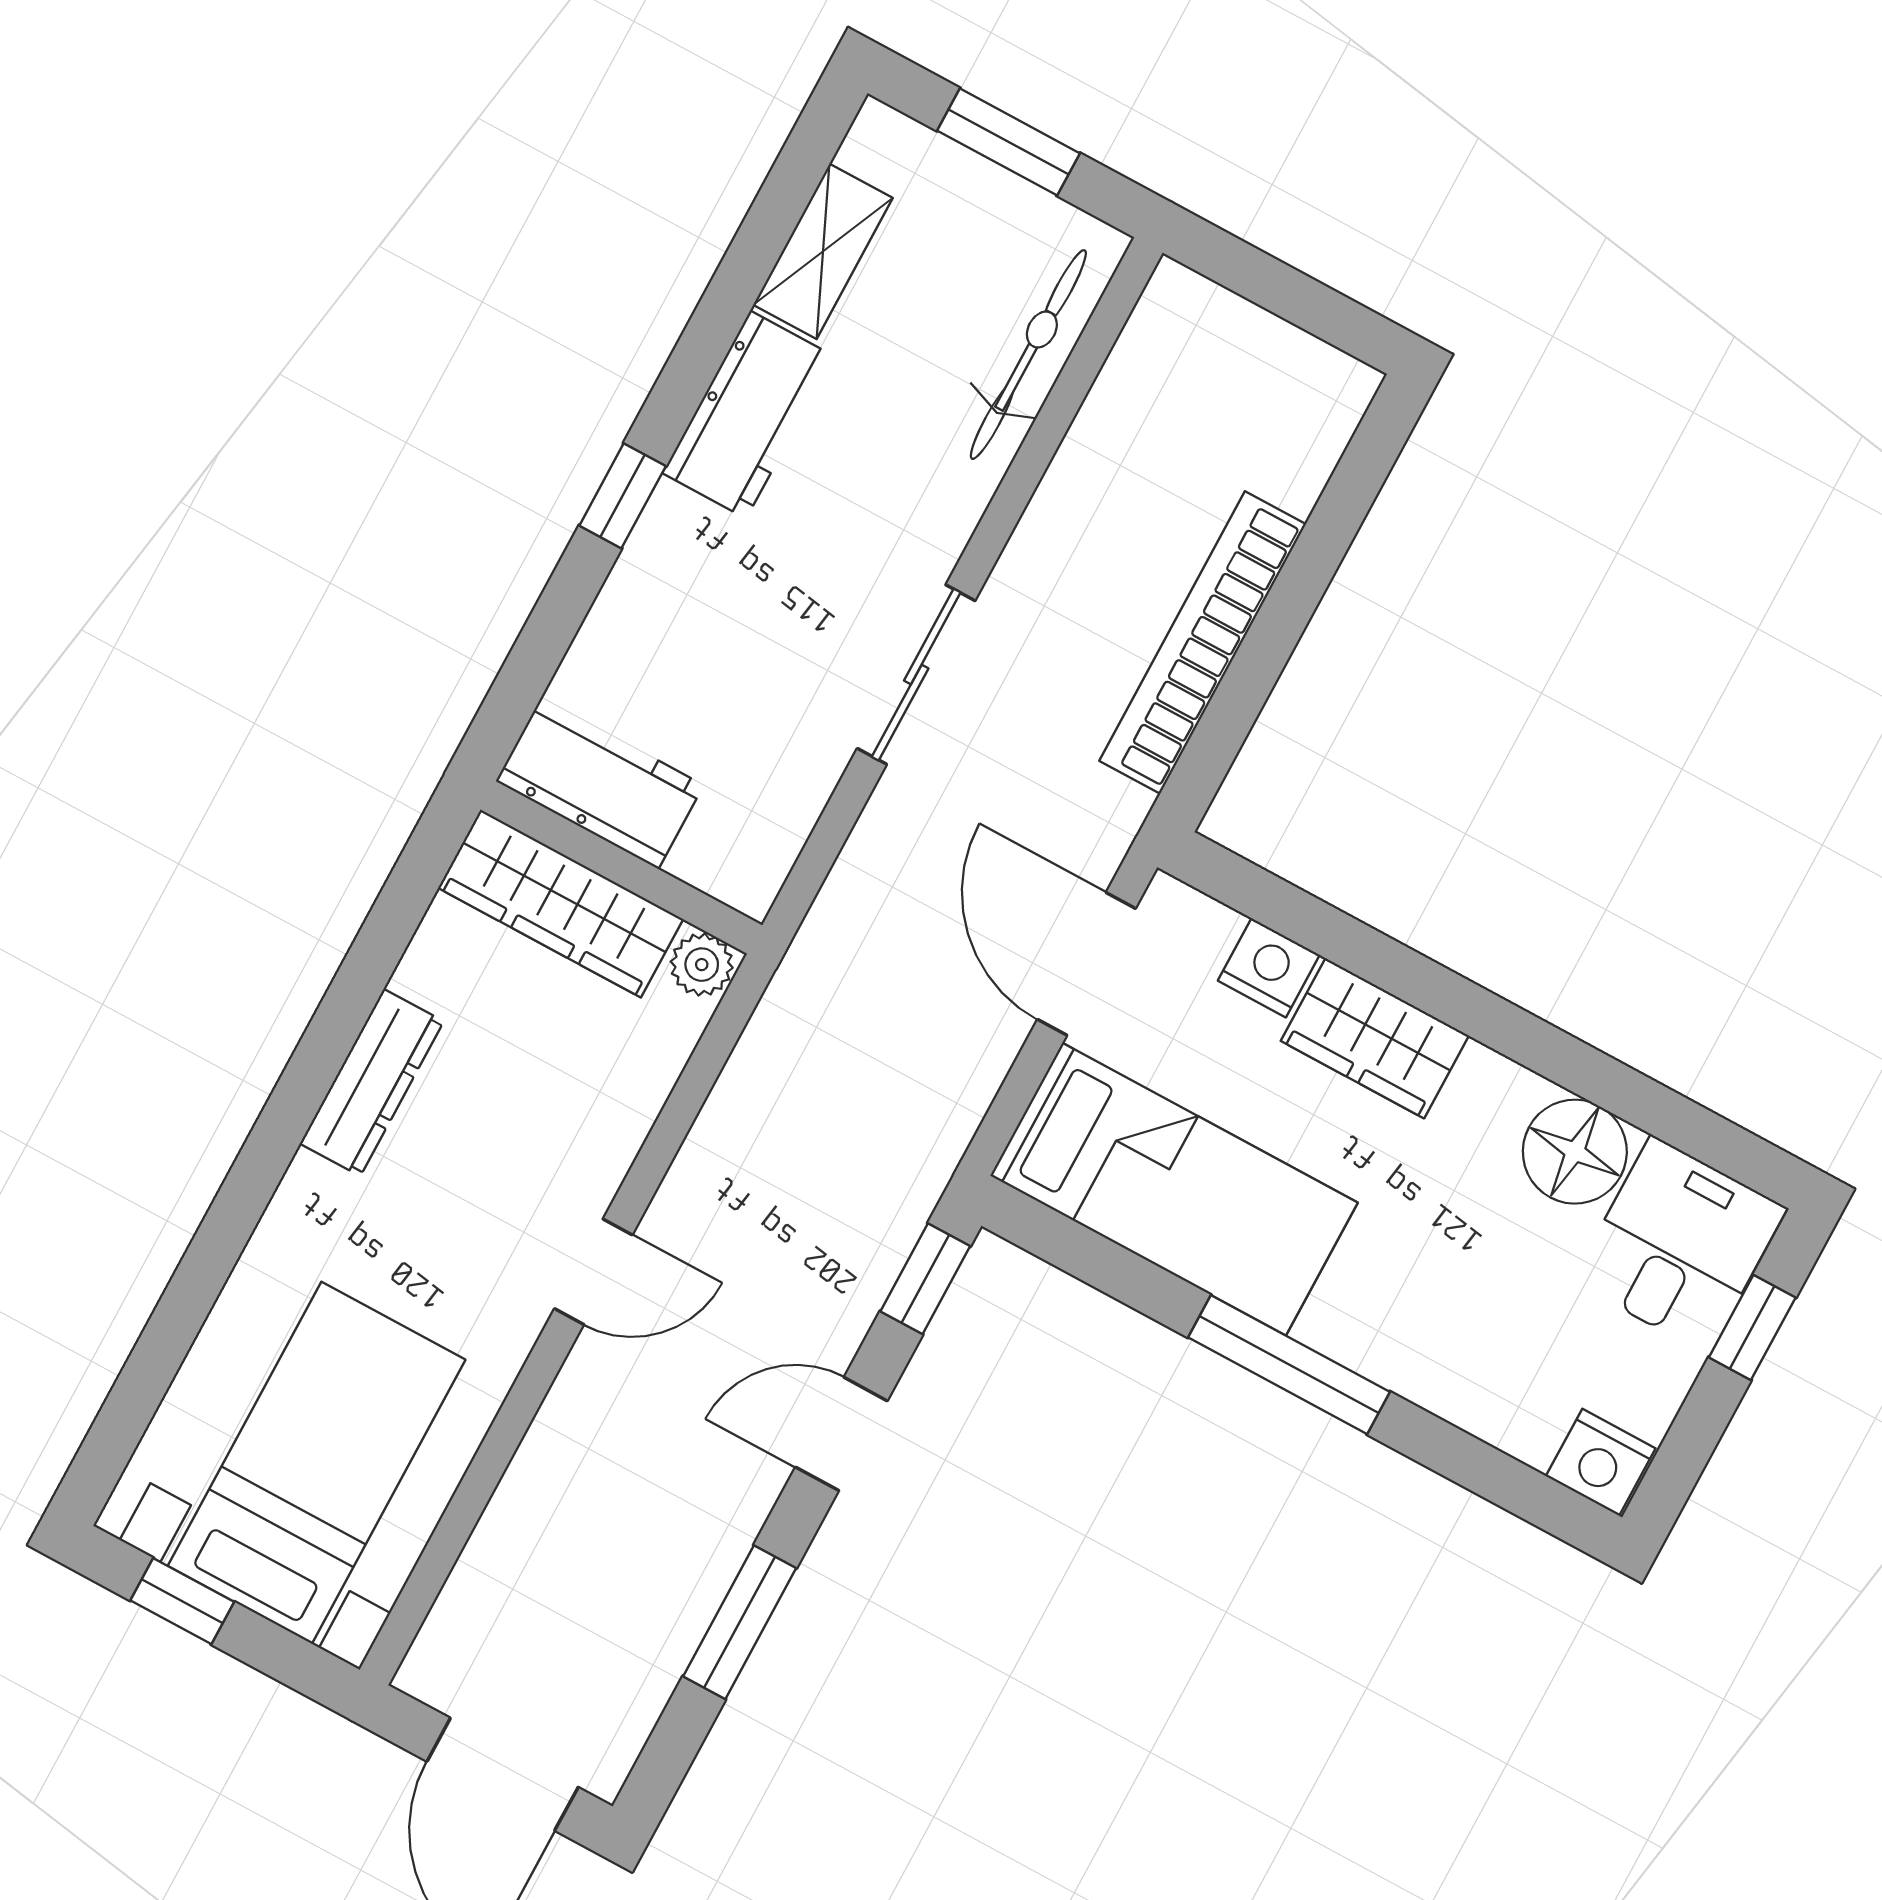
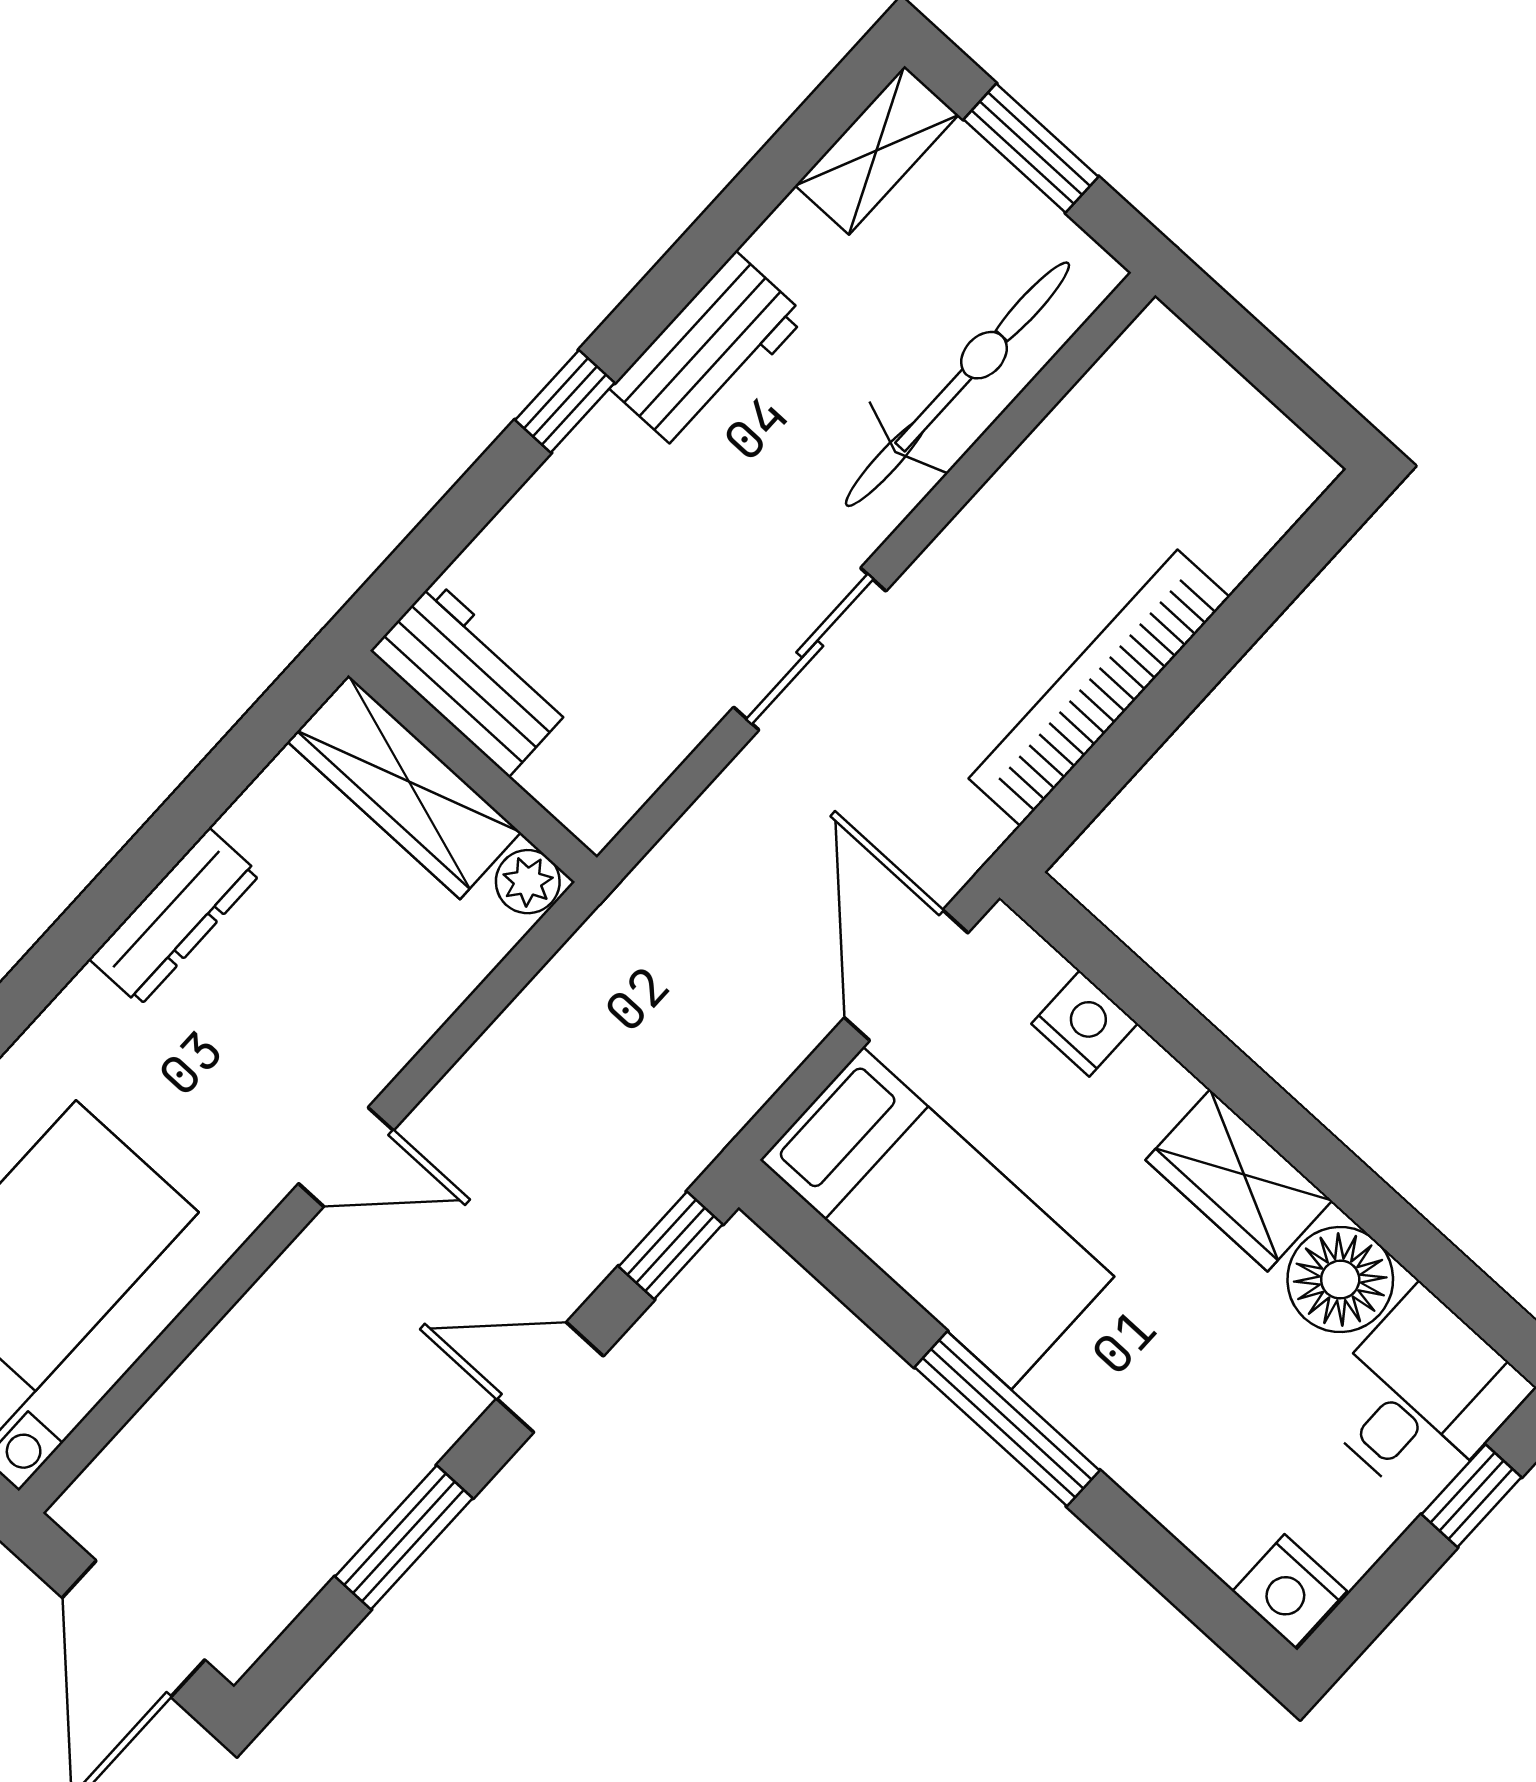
shelving: (823, 251) -> (877, 150), moved
bicycle: (1028, 355) -> (957, 384), width x1.37, depth x1.40
wardrobe: (1375, 1038) -> (1239, 1180), moved

